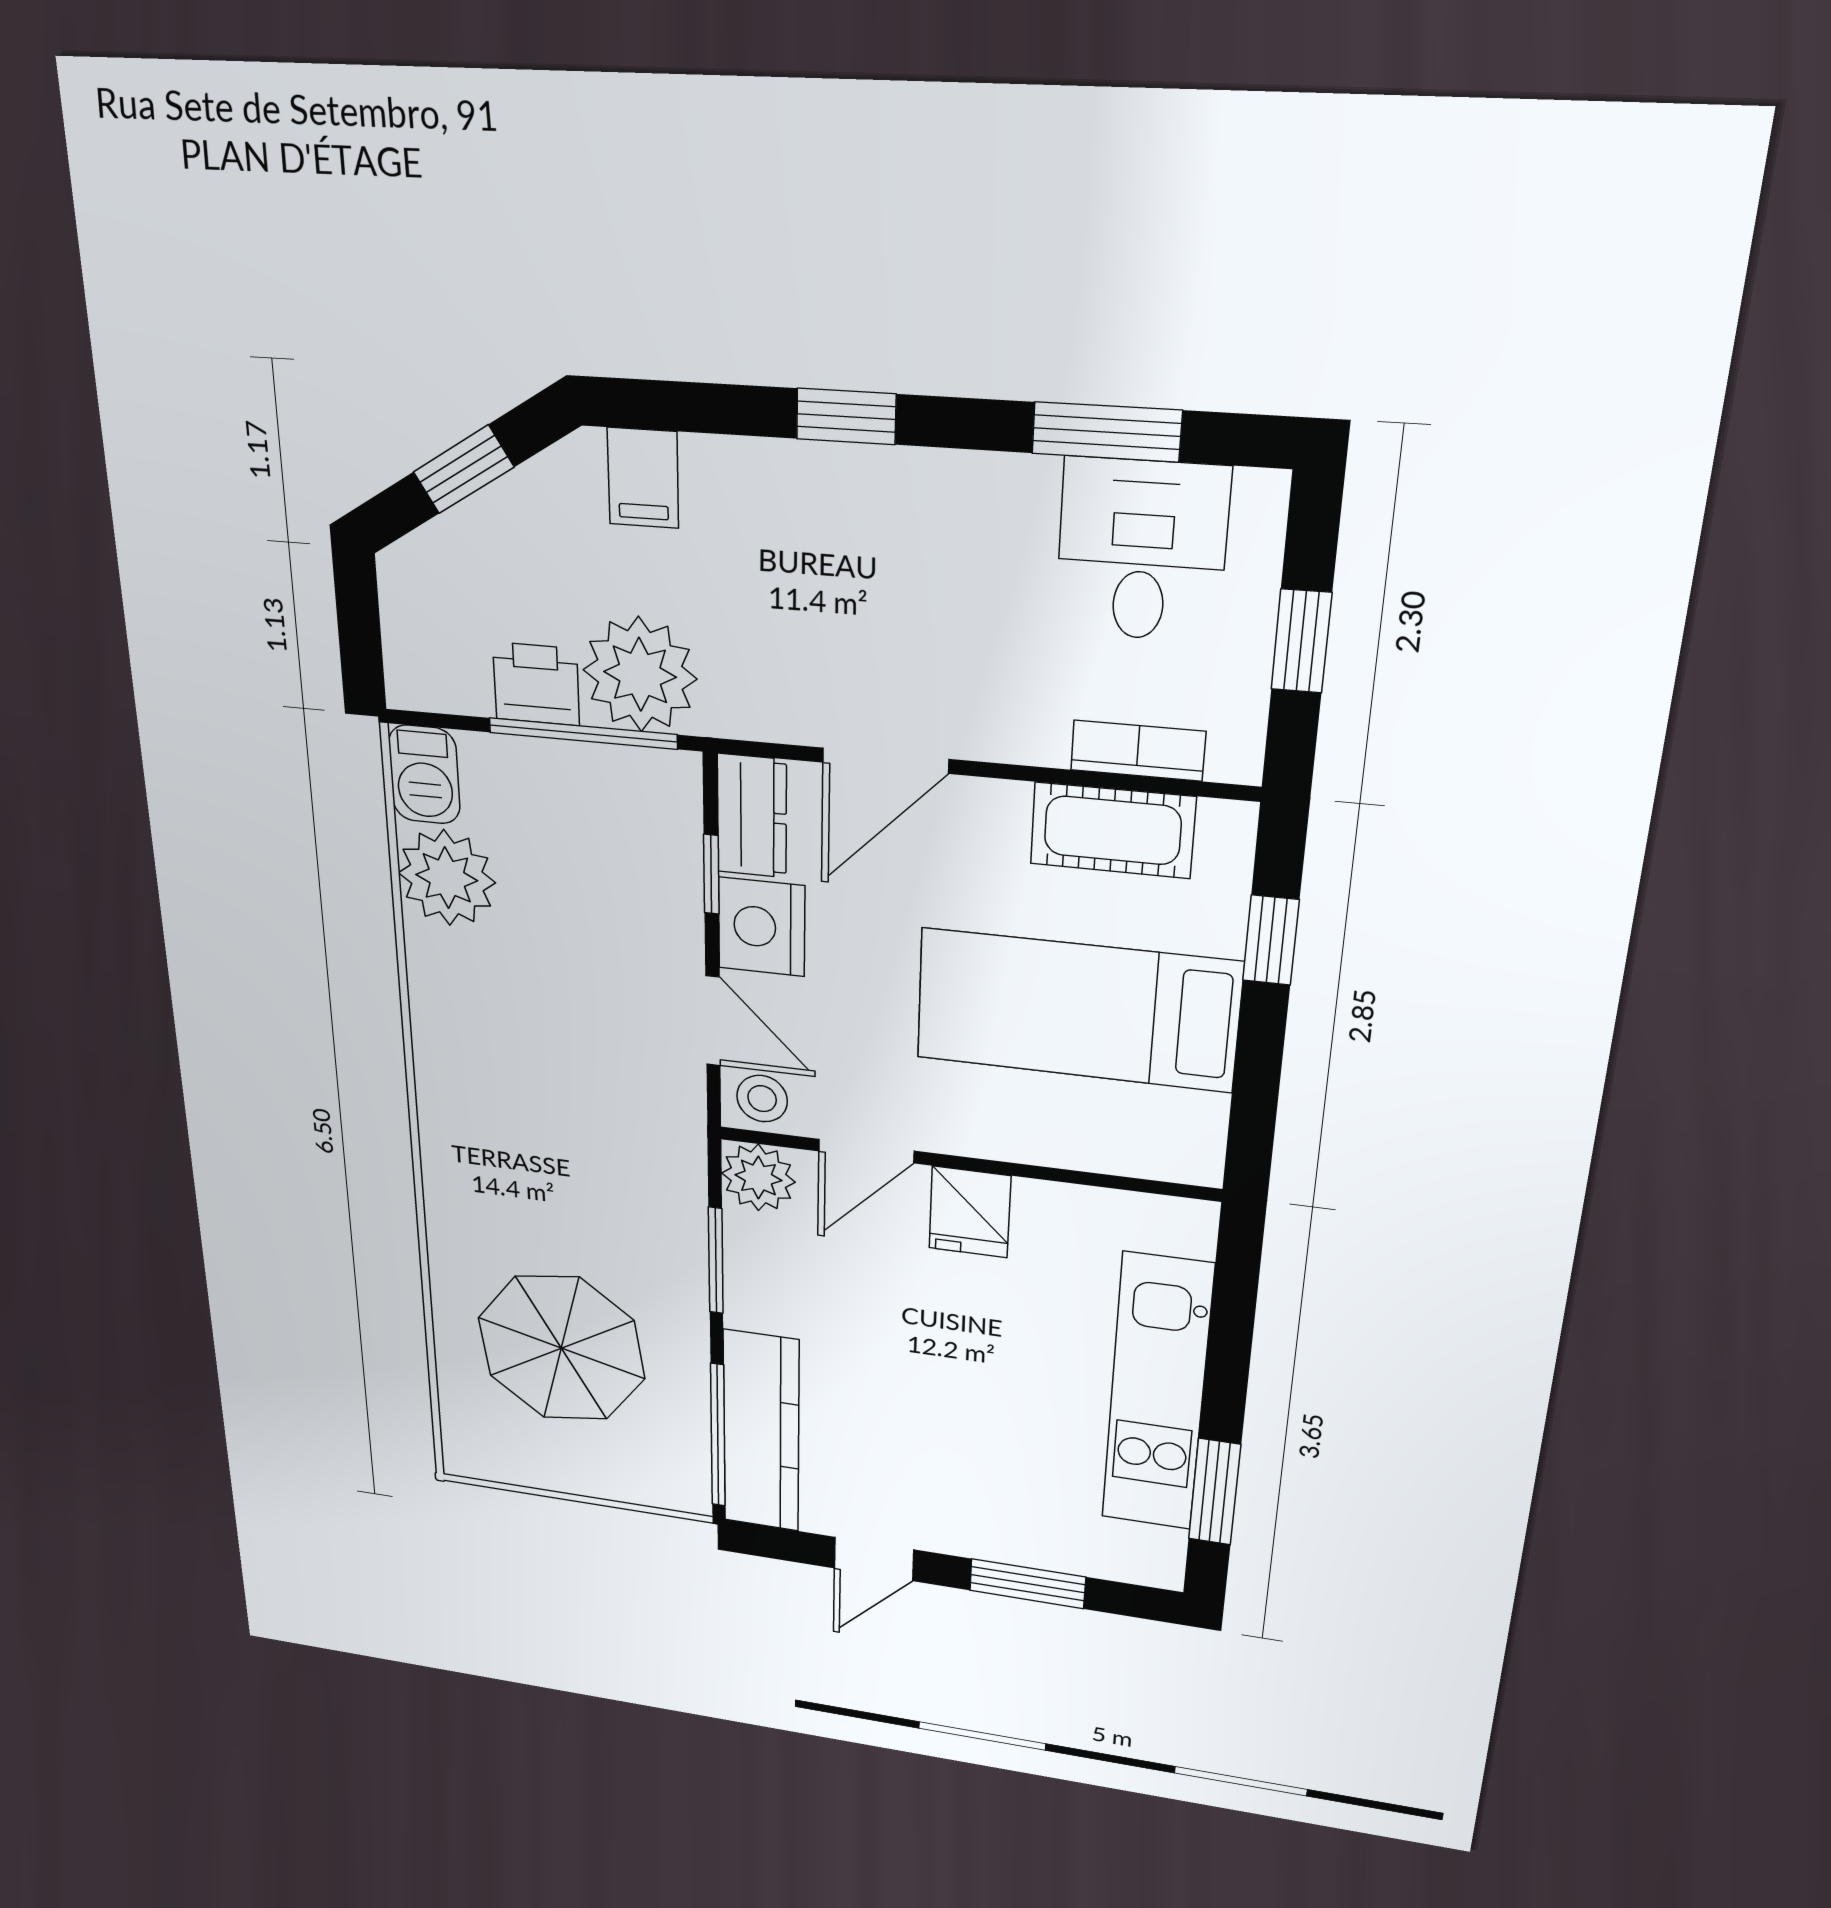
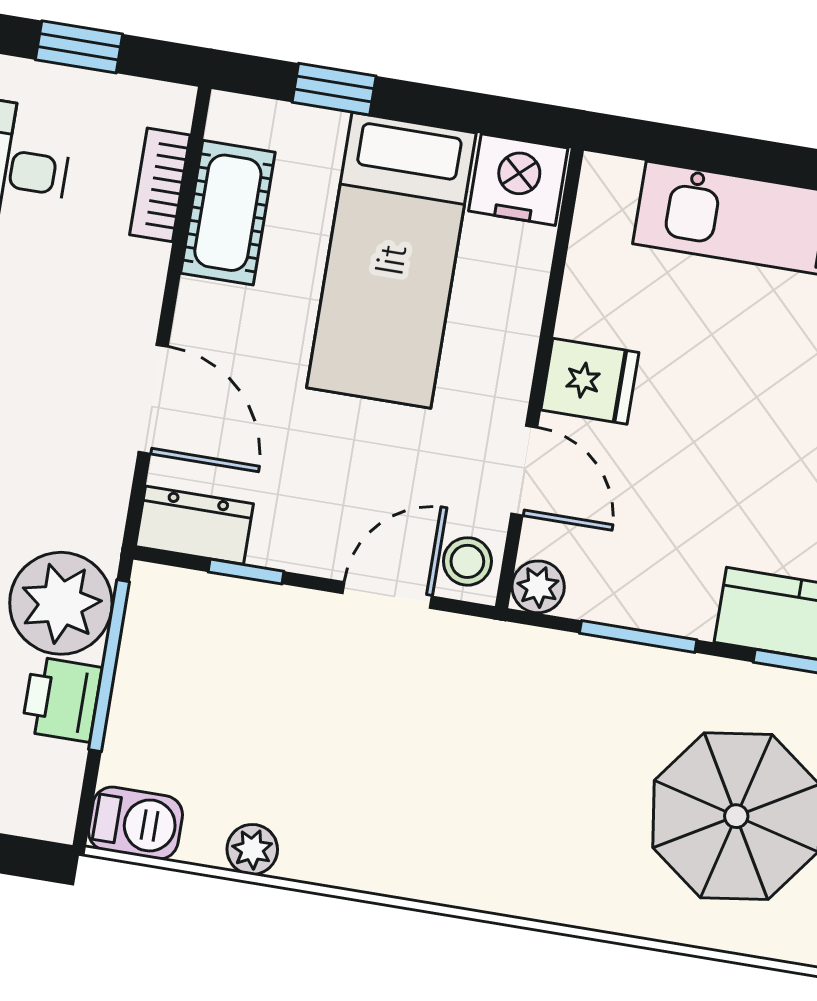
plant: (447, 878) -> (252, 849), width x0.53, depth x0.53
nightstand: (762, 927) -> (518, 180), moved, turned 180
plant: (758, 1178) -> (538, 587), width x0.73, depth x0.73

